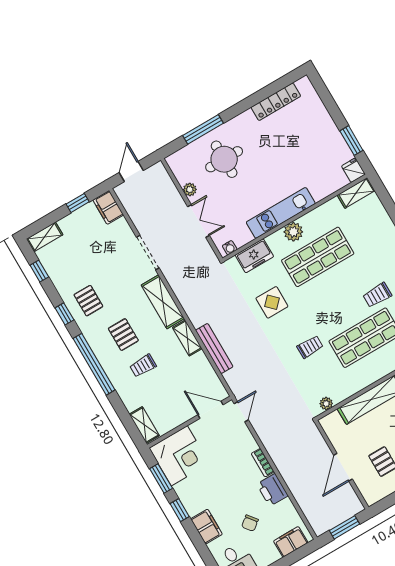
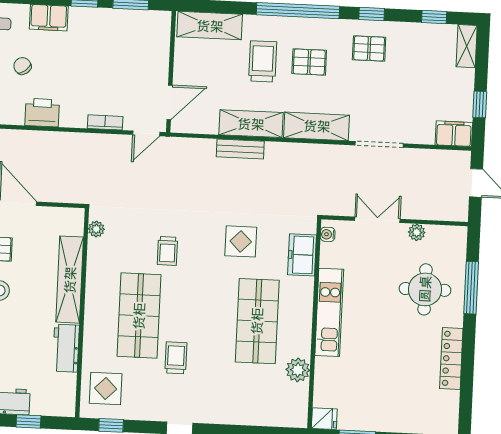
locker: (276, 102) -> (451, 359), moved
shelving: (356, 193) -> (298, 406), removed
double door: (199, 221) -> (377, 220), swing flipped
plant: (293, 232) -> (298, 370), moved
shelving: (187, 338) -> (251, 124), width x1.50, depth x1.33
bench: (214, 348) -> (240, 149), width x0.73
trolley: (143, 366) -> (263, 61), width x1.36, depth x1.39
door: (241, 412) -> (146, 133), hinge flipped
shelving: (144, 425) -> (210, 26), width x1.50, depth x1.33
corner desk: (179, 456) -> (142, 38), removed
bookcase: (263, 463) -> (105, 122), moved

